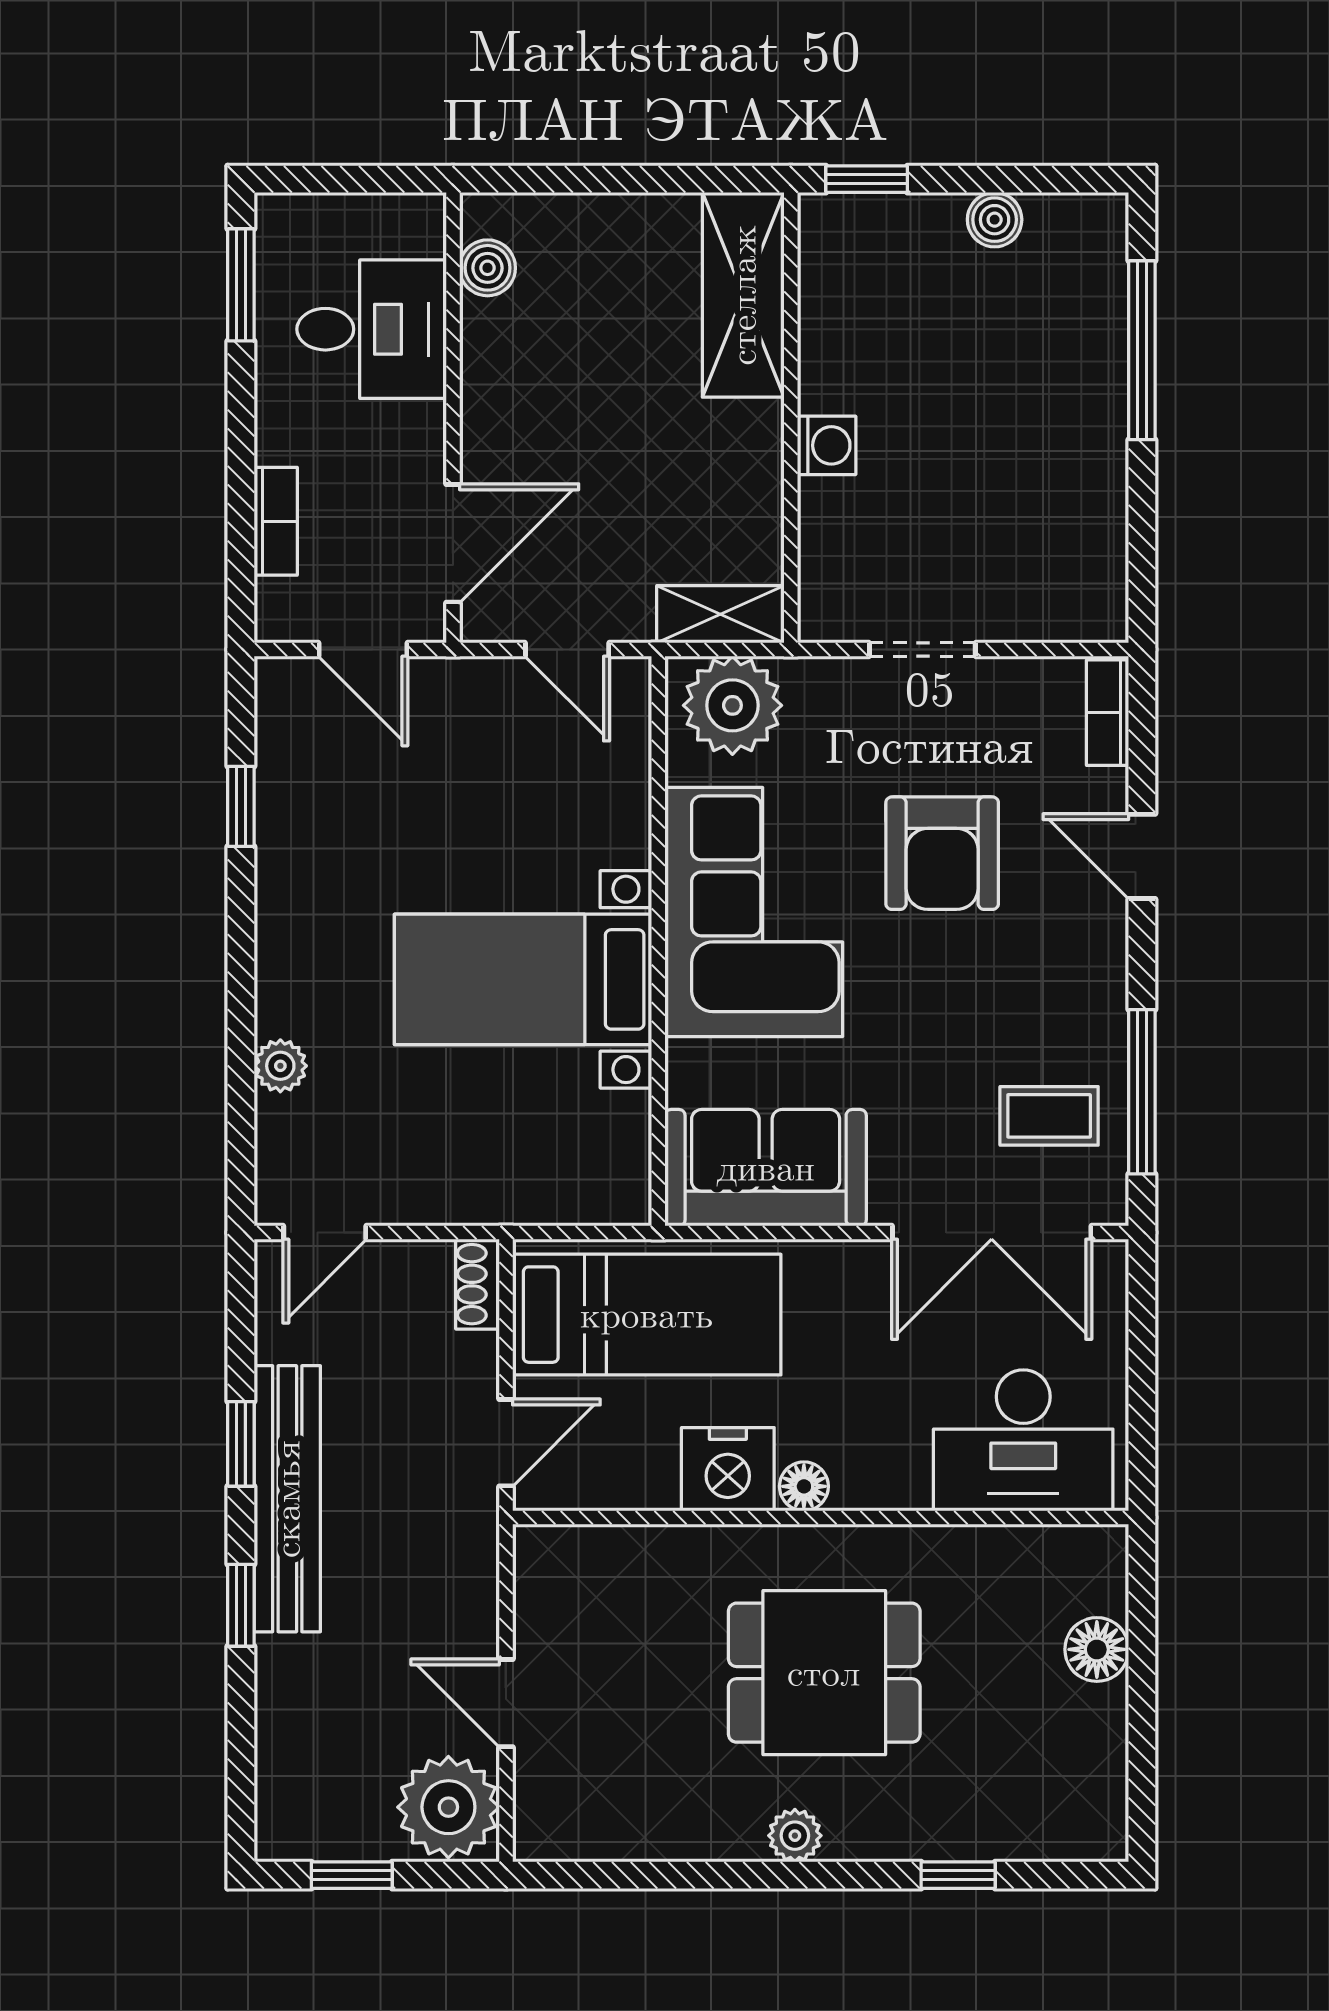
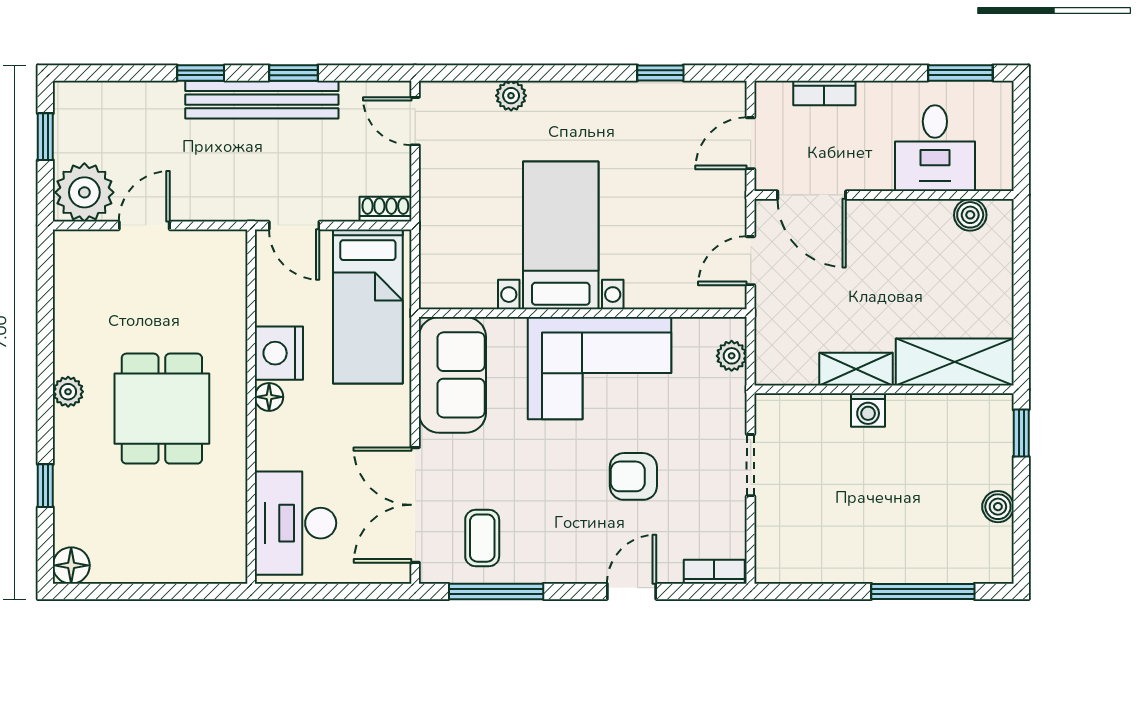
shelving: (720, 614) -> (856, 369), moved, turned 90
plant: (732, 705) -> (732, 356), width x0.53, depth x0.53
armchair: (942, 853) -> (633, 476), width x0.72, depth x0.72
floor lamp: (1097, 1649) -> (71, 565), moved

